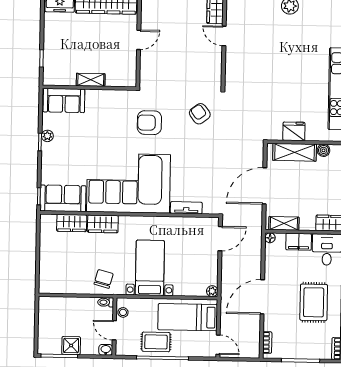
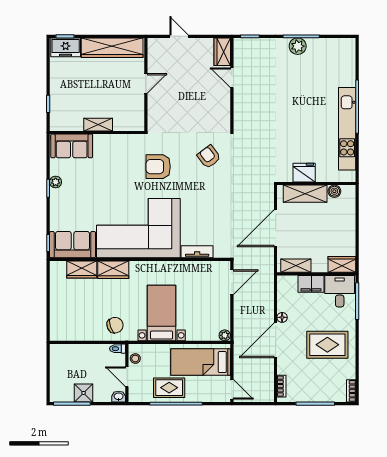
floor lamp: (270, 238) -> (282, 317), moved
chair: (104, 279) -> (115, 325), turned 54
rug: (314, 302) -> (327, 345), turned 90

